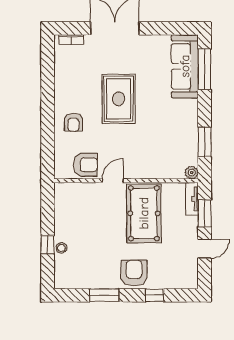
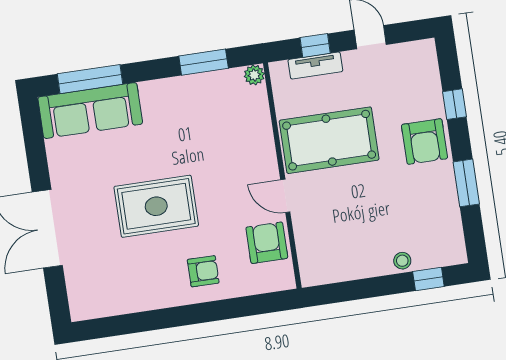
bookcase: (71, 40) -> (75, 294), removed
tv unit: (192, 199) -> (315, 66), moved
window: (205, 213) -> (315, 45), width x0.67
window: (48, 245) -> (428, 279), moved
armchair: (134, 273) -> (425, 142), turned -90

